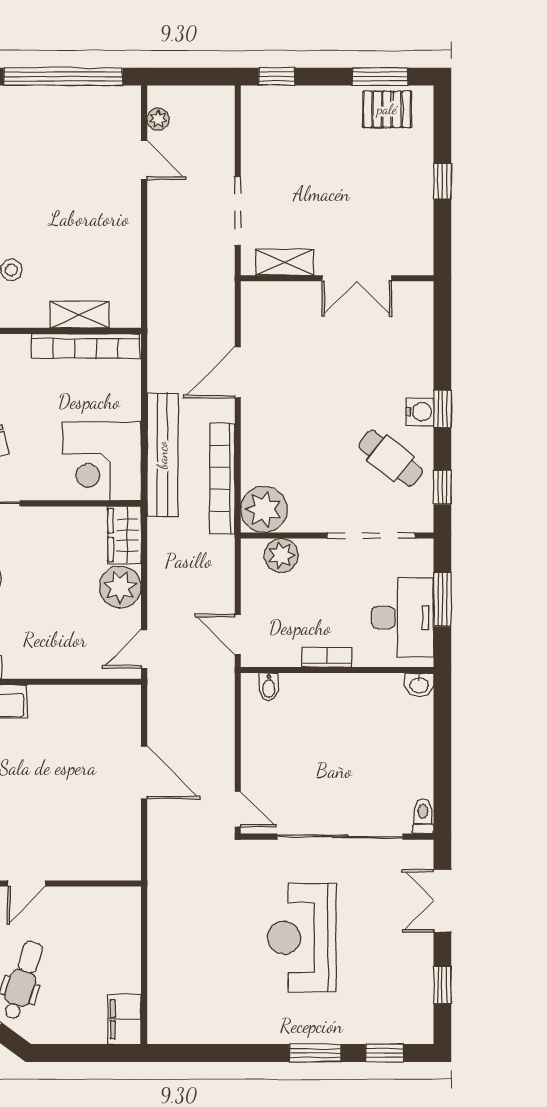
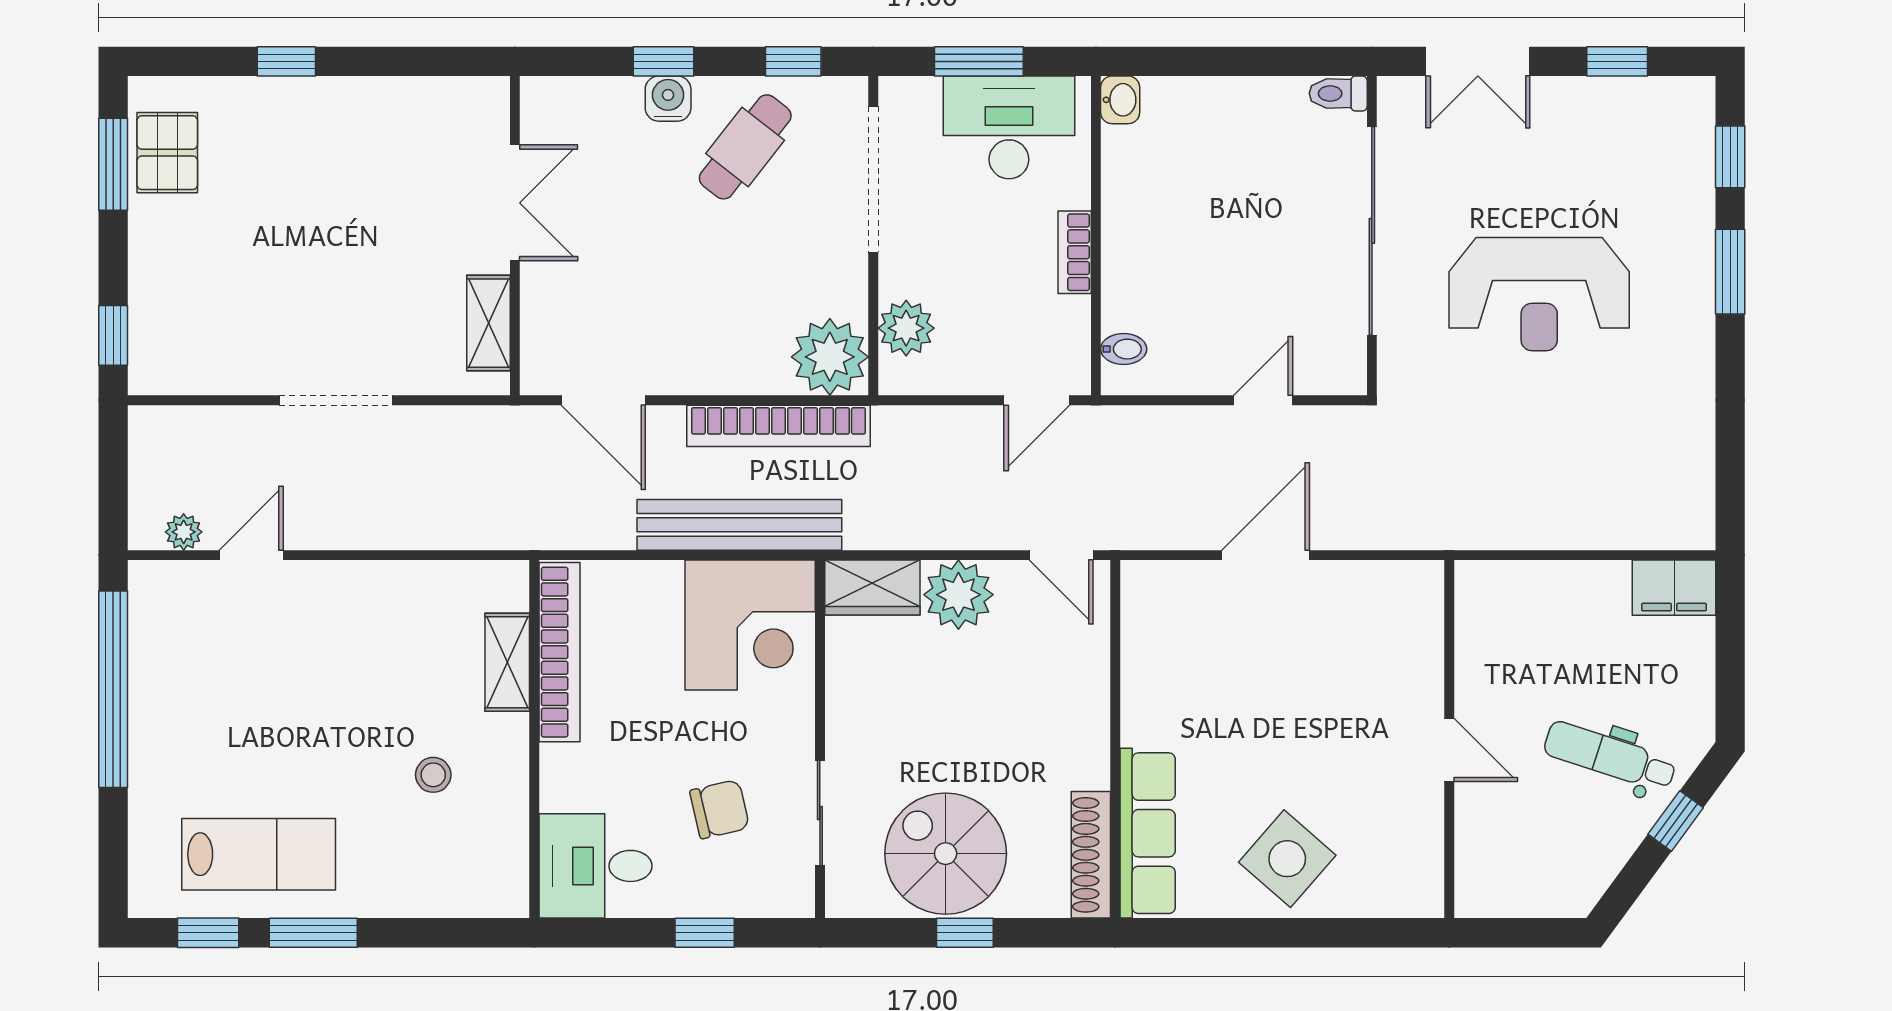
shelving: (284, 262) -> (489, 323), moved
wall: (337, 278) -> (515, 236), moved
double door: (357, 278) -> (515, 203), moved
door: (238, 809) -> (1263, 400), moved

